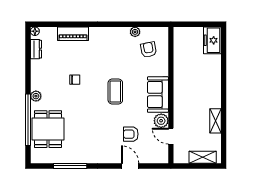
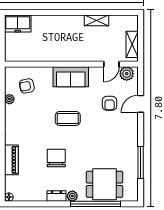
dresser: (36, 49) -> (56, 196), moved
chair: (75, 80) -> (56, 158), width x1.87, depth x1.87
plant: (161, 121) -> (127, 74), moved
shelving: (203, 157) -> (132, 44), moved

